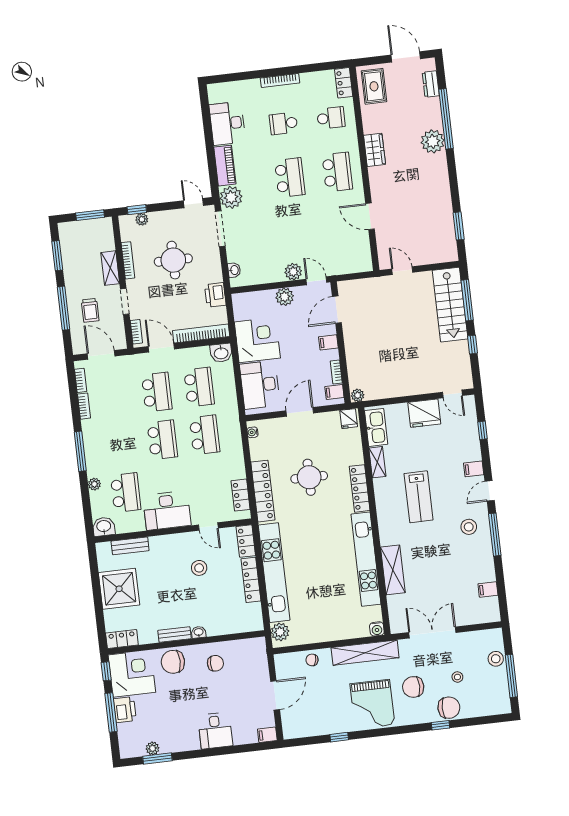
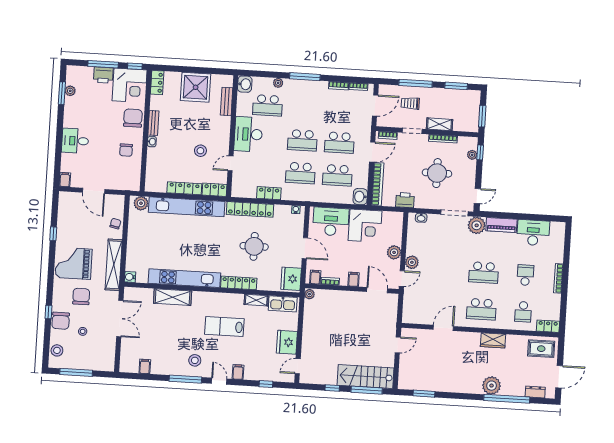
fridge: (349, 419) -> (291, 279), width x1.88, depth x1.34
locker: (241, 495) -> (269, 193), moved
stool: (496, 659) -> (57, 350), moved

